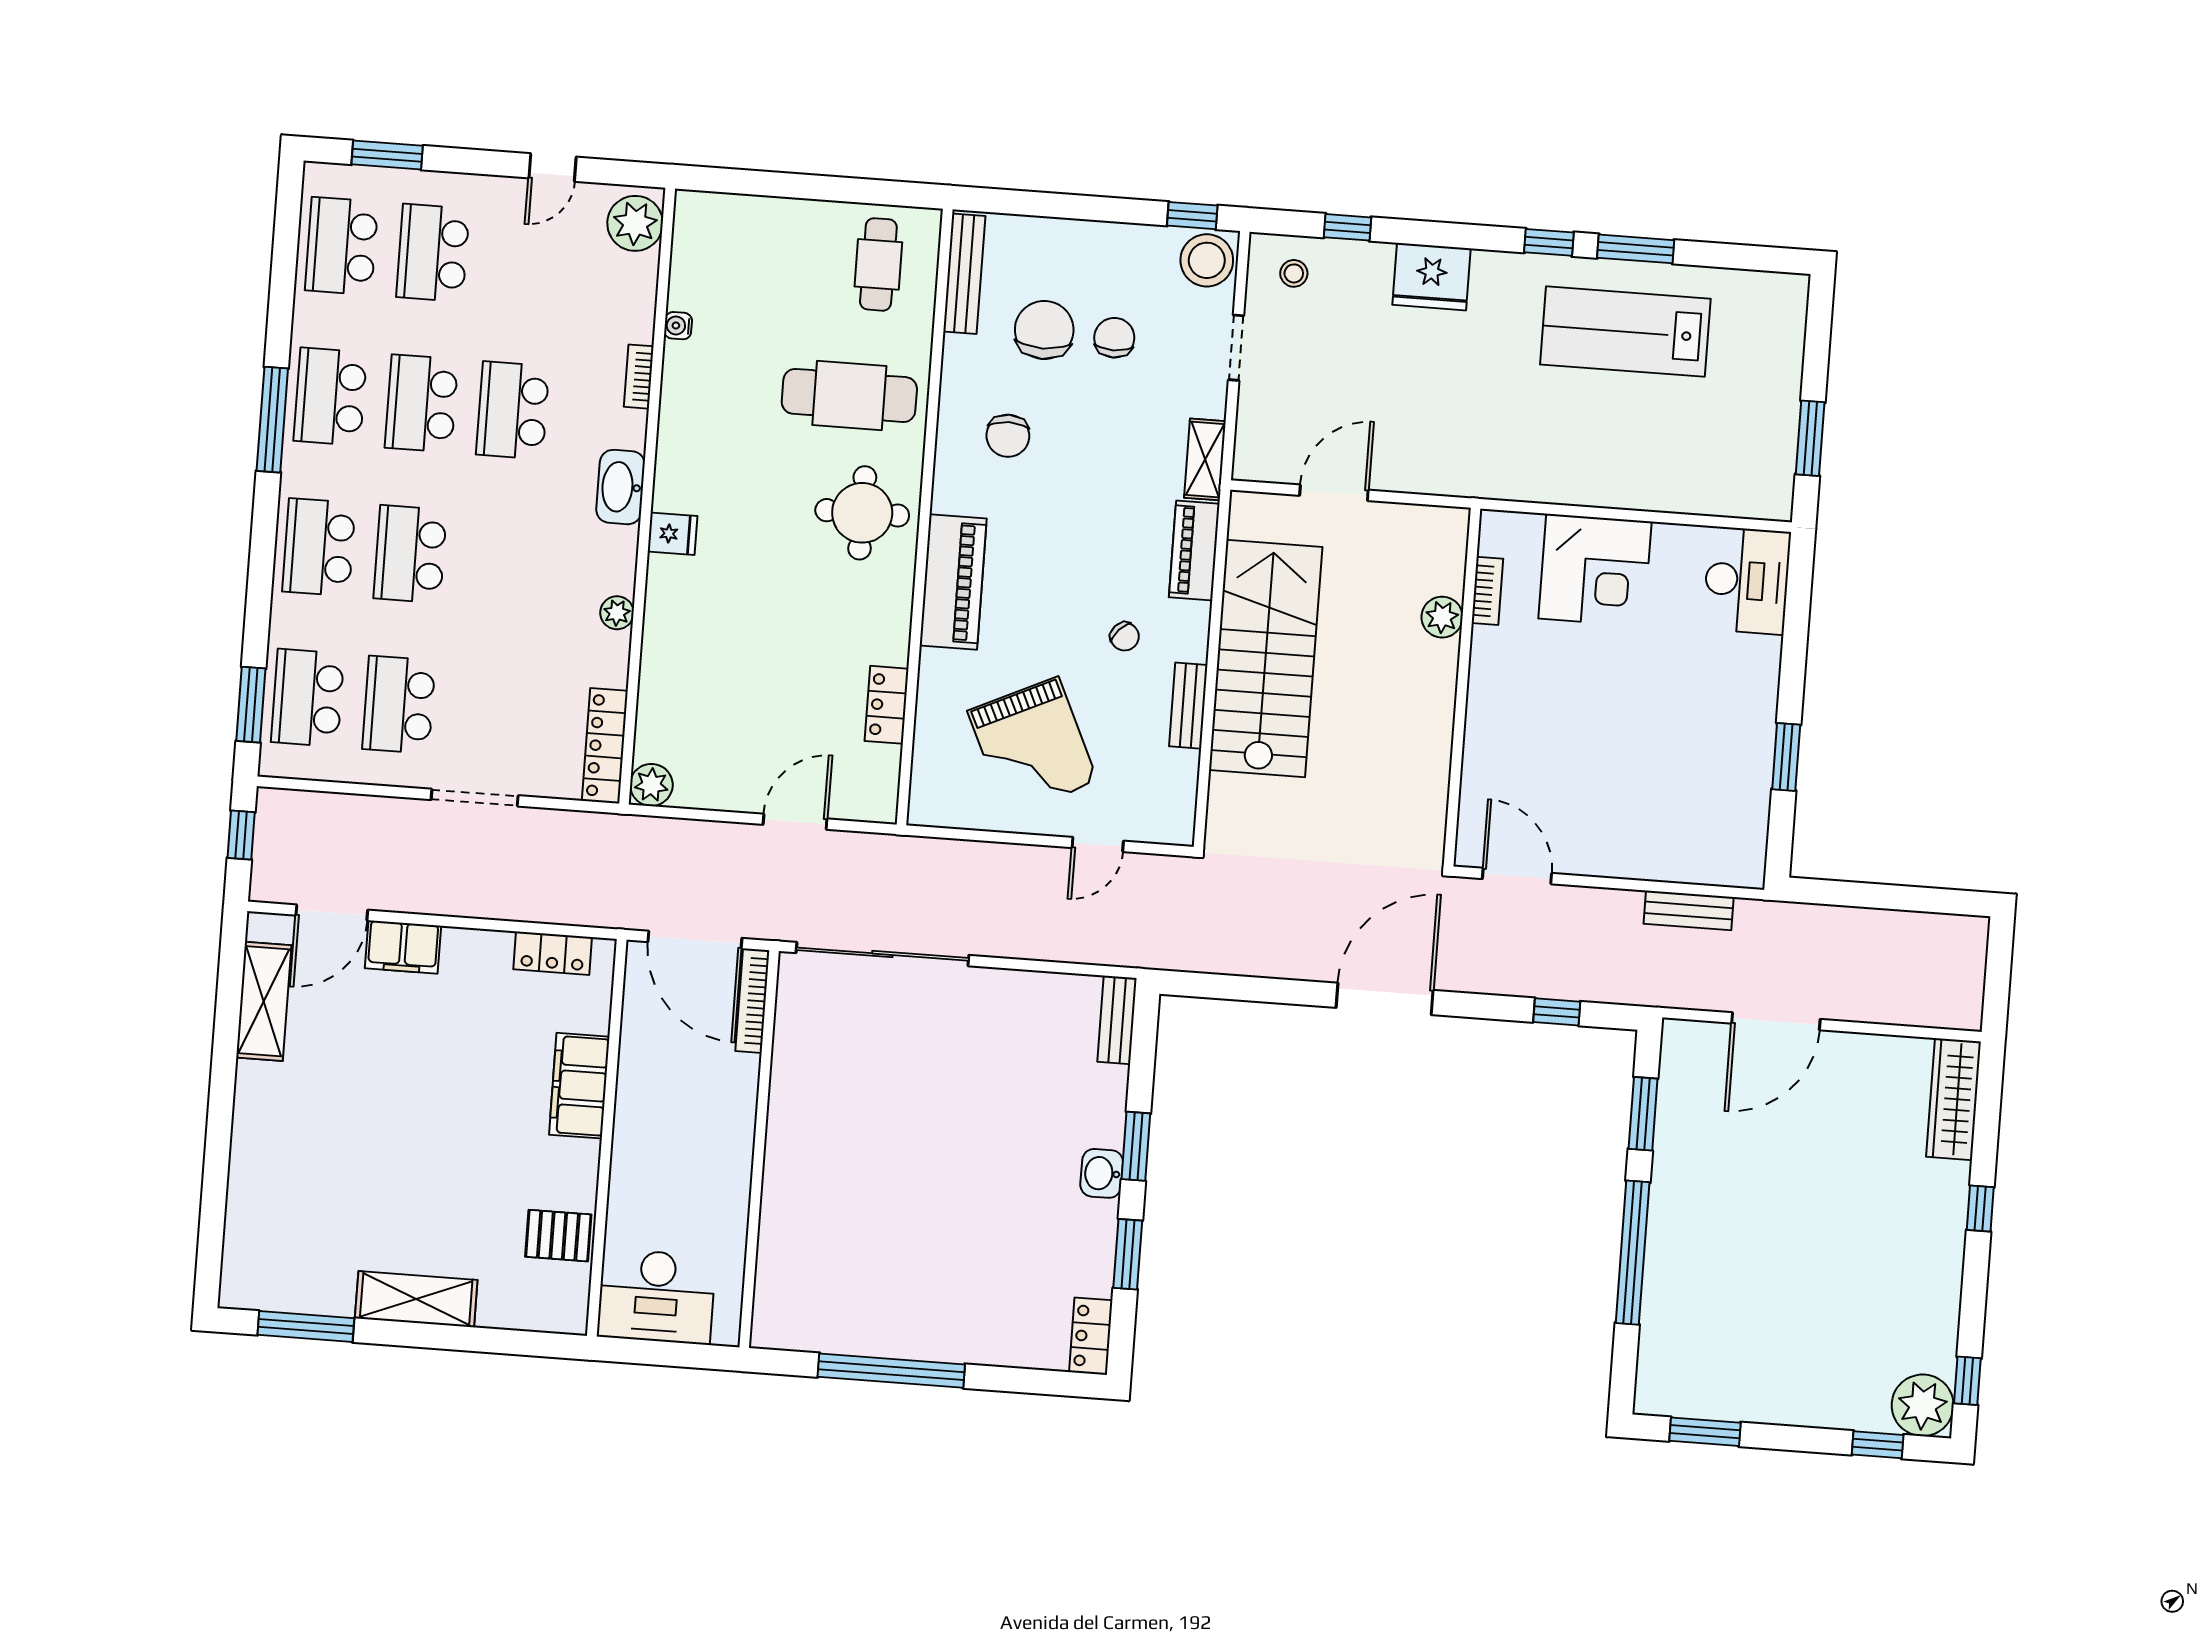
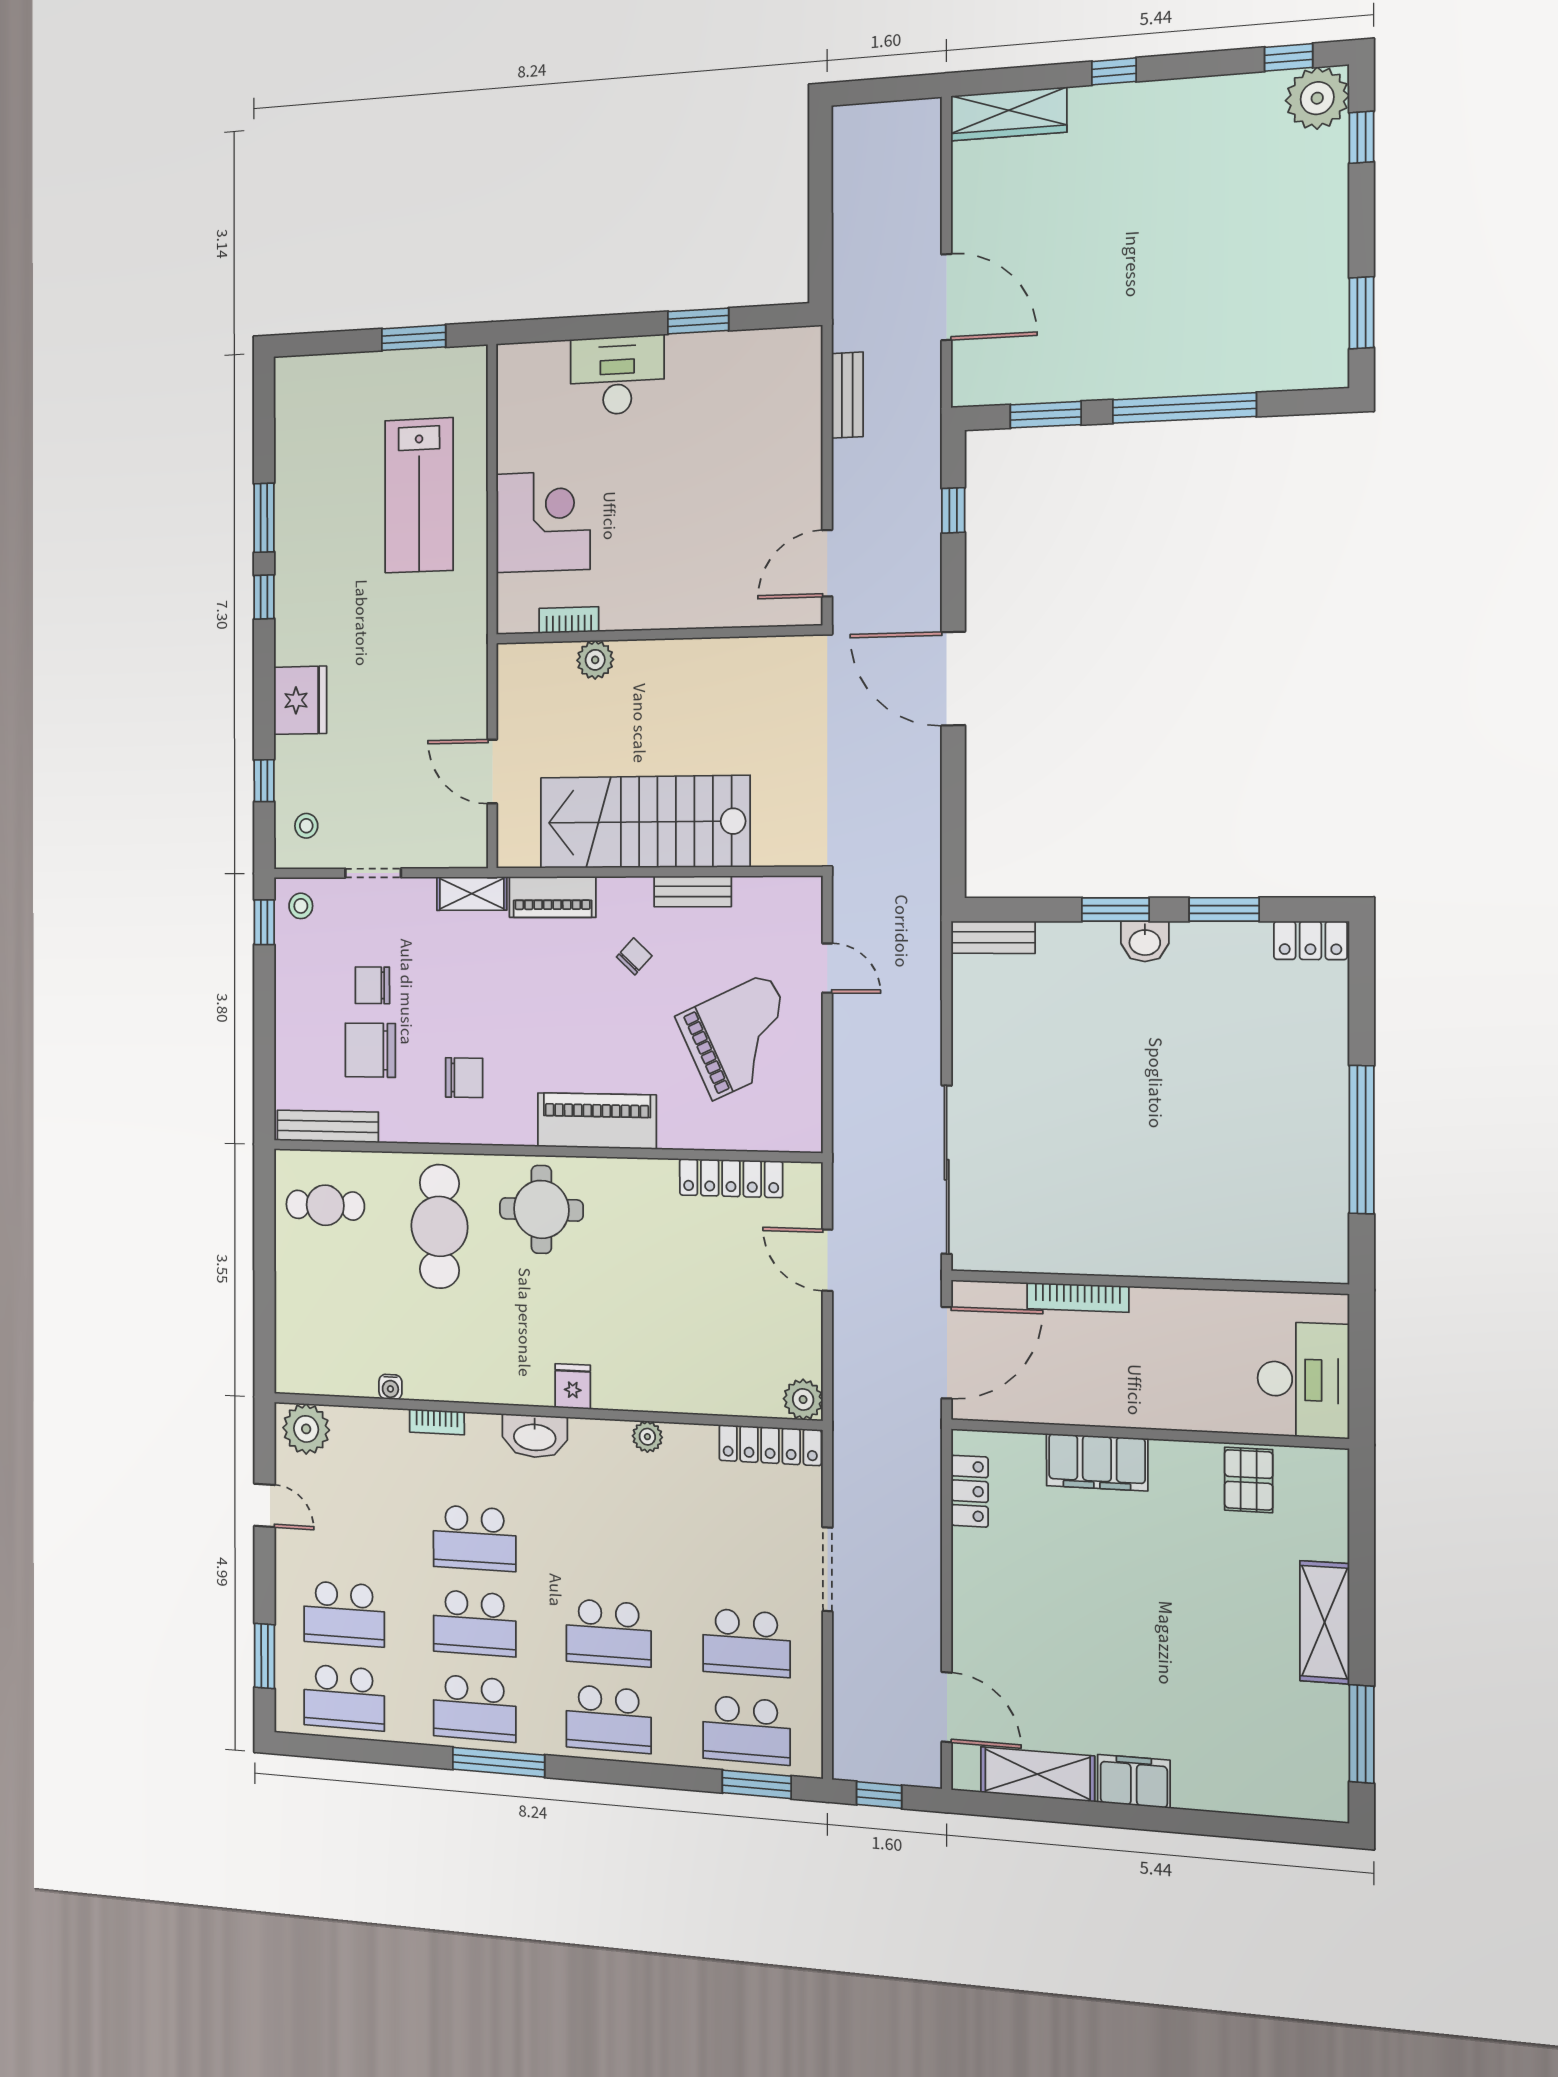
stool: (1207, 260) -> (301, 906), width x0.53, depth x0.53
lab bench: (1625, 332) -> (419, 495), moved
desk: (1747, 581) -> (617, 375), moved
locker: (887, 705) -> (731, 1178), width x1.53
filing cabinet: (403, 947) -> (1134, 1781), moved, turned -90
bookcase: (752, 1001) -> (1078, 1297), moved

